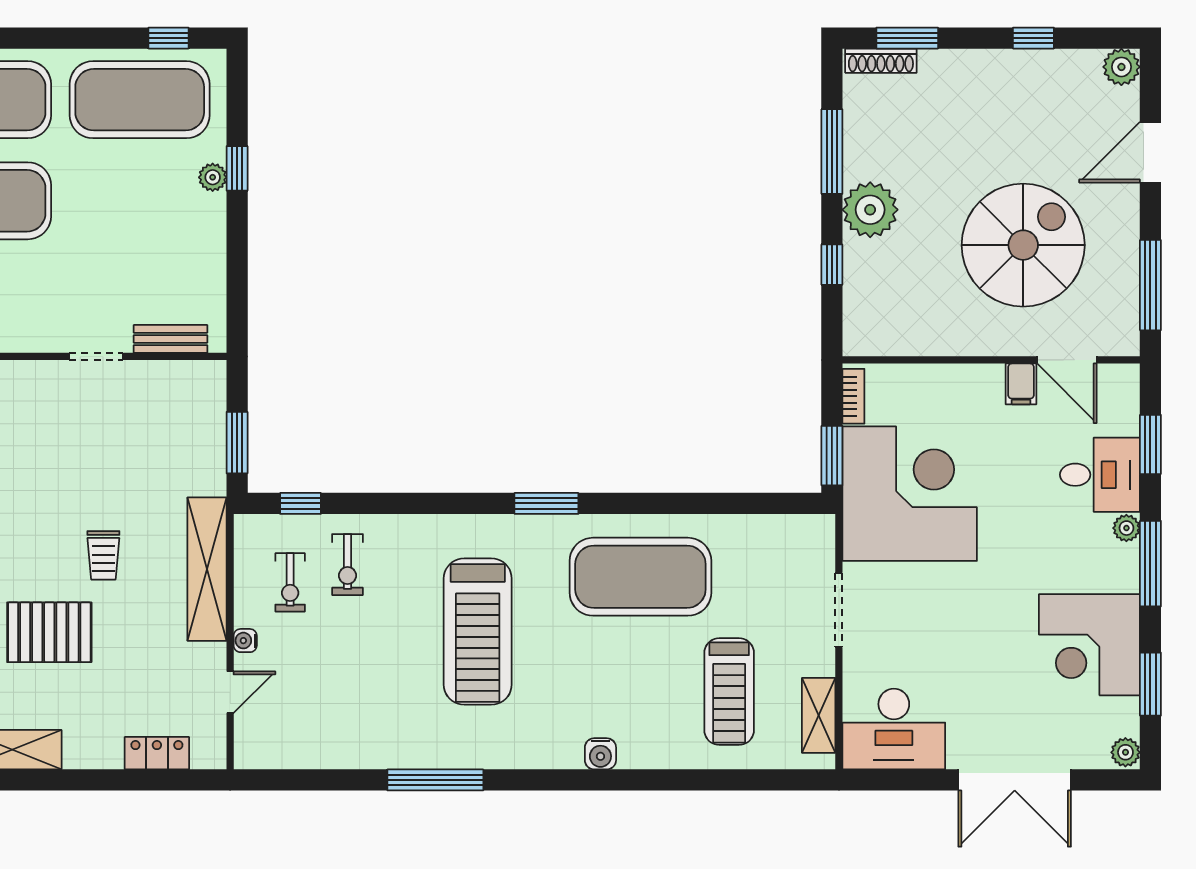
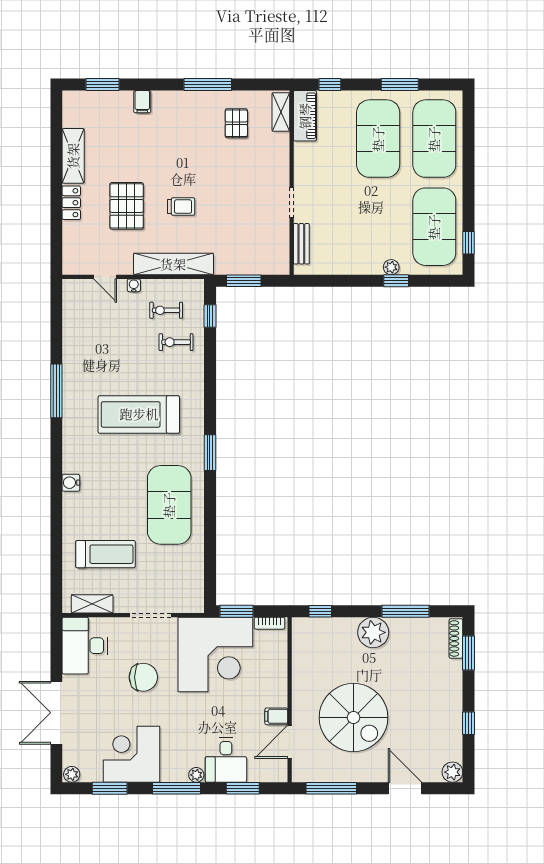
window: (832, 265) -> (320, 611), moved
trolley: (103, 555) -> (181, 207), turned 180
chair: (951, 623) -> (143, 677), added
pallet: (49, 632) -> (127, 206), moved
treadmill: (729, 692) -> (105, 554), turned 180
locker: (157, 753) -> (71, 203), moved

